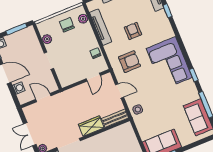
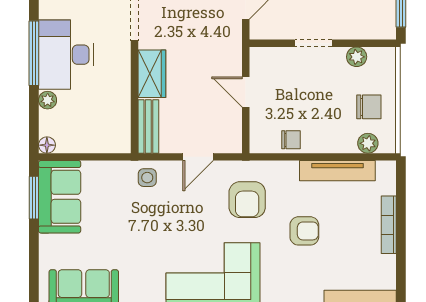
door: (93, 77) -> (246, 92), moved

